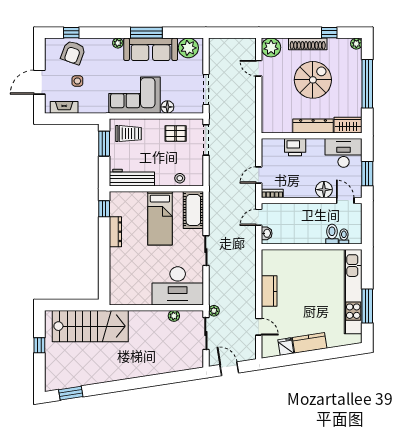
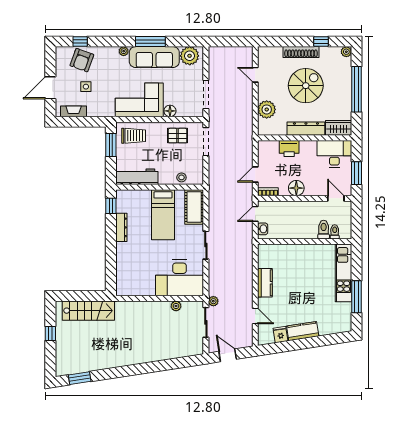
plant: (271, 47) -> (267, 109), moved
floor lamp: (324, 190) -> (296, 188), moved
kitchen unit: (353, 292) -> (343, 273), width x0.73
stairs: (90, 326) -> (88, 311), width x0.73, depth x0.66

